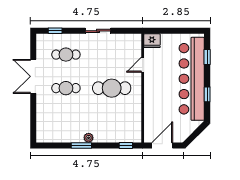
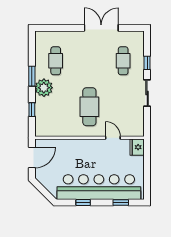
window: (55, 31) -> (147, 63), moved
cafe table: (66, 88) -> (56, 61), moved
plant: (89, 138) -> (44, 88), width x1.87, depth x1.87
window: (126, 145) -> (32, 110), moved
door: (162, 145) -> (32, 157), hinge flipped

